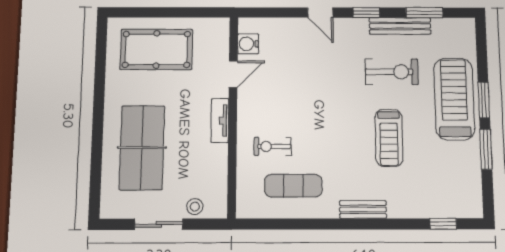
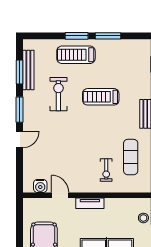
window: (366, 13) -> (19, 110), width x1.50
bench: (400, 26) -> (28, 70), moved
treadmill: (454, 99) -> (76, 55), width x0.73, depth x0.73
treadmill: (389, 138) -> (101, 97), turned 180

